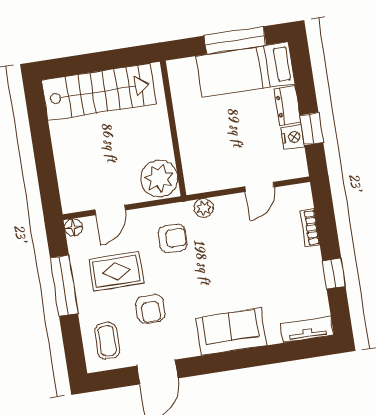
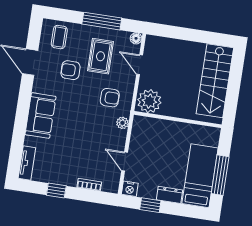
nightstand: (293, 137) -> (130, 189), moved
armchair: (173, 238) -> (110, 98), turned -90
coffee table: (107, 341) -> (59, 37), turned 90

